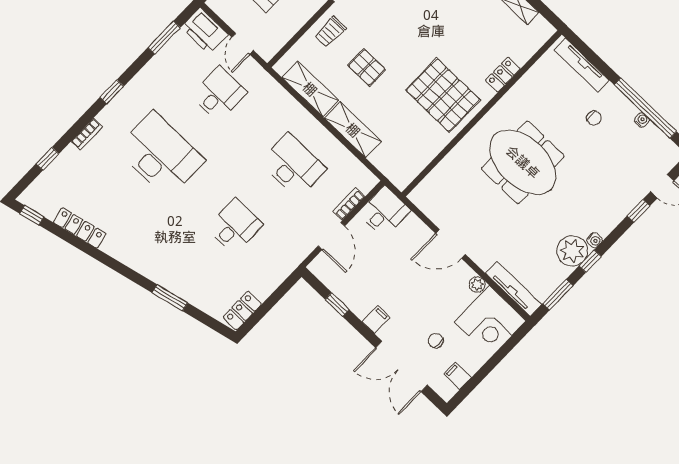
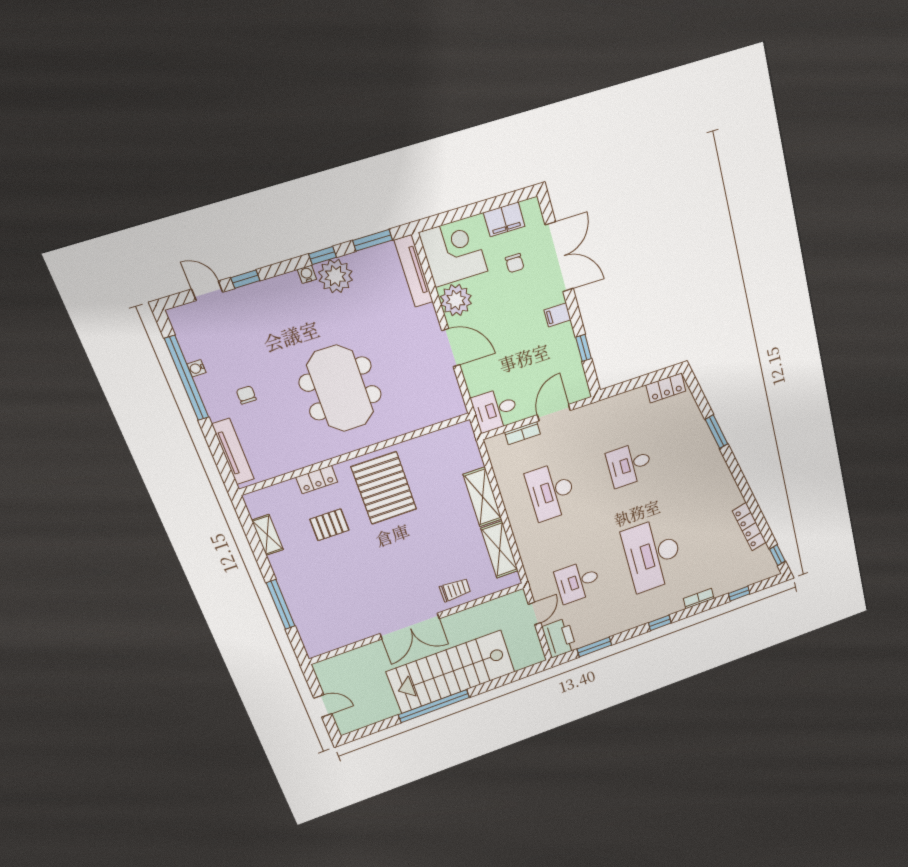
pallet: (367, 67) -> (329, 525), moved, turned 90
plant: (477, 284) -> (456, 300), width x1.87, depth x1.87
filing cabinet: (458, 376) -> (504, 219), width x2.00

